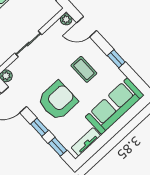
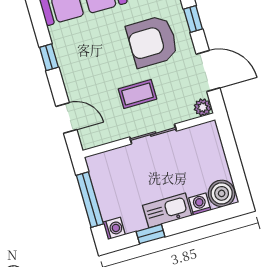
plant: (66, 19) -> (88, 141), removed
coffee table: (84, 69) -> (138, 94), moved, turned 90

